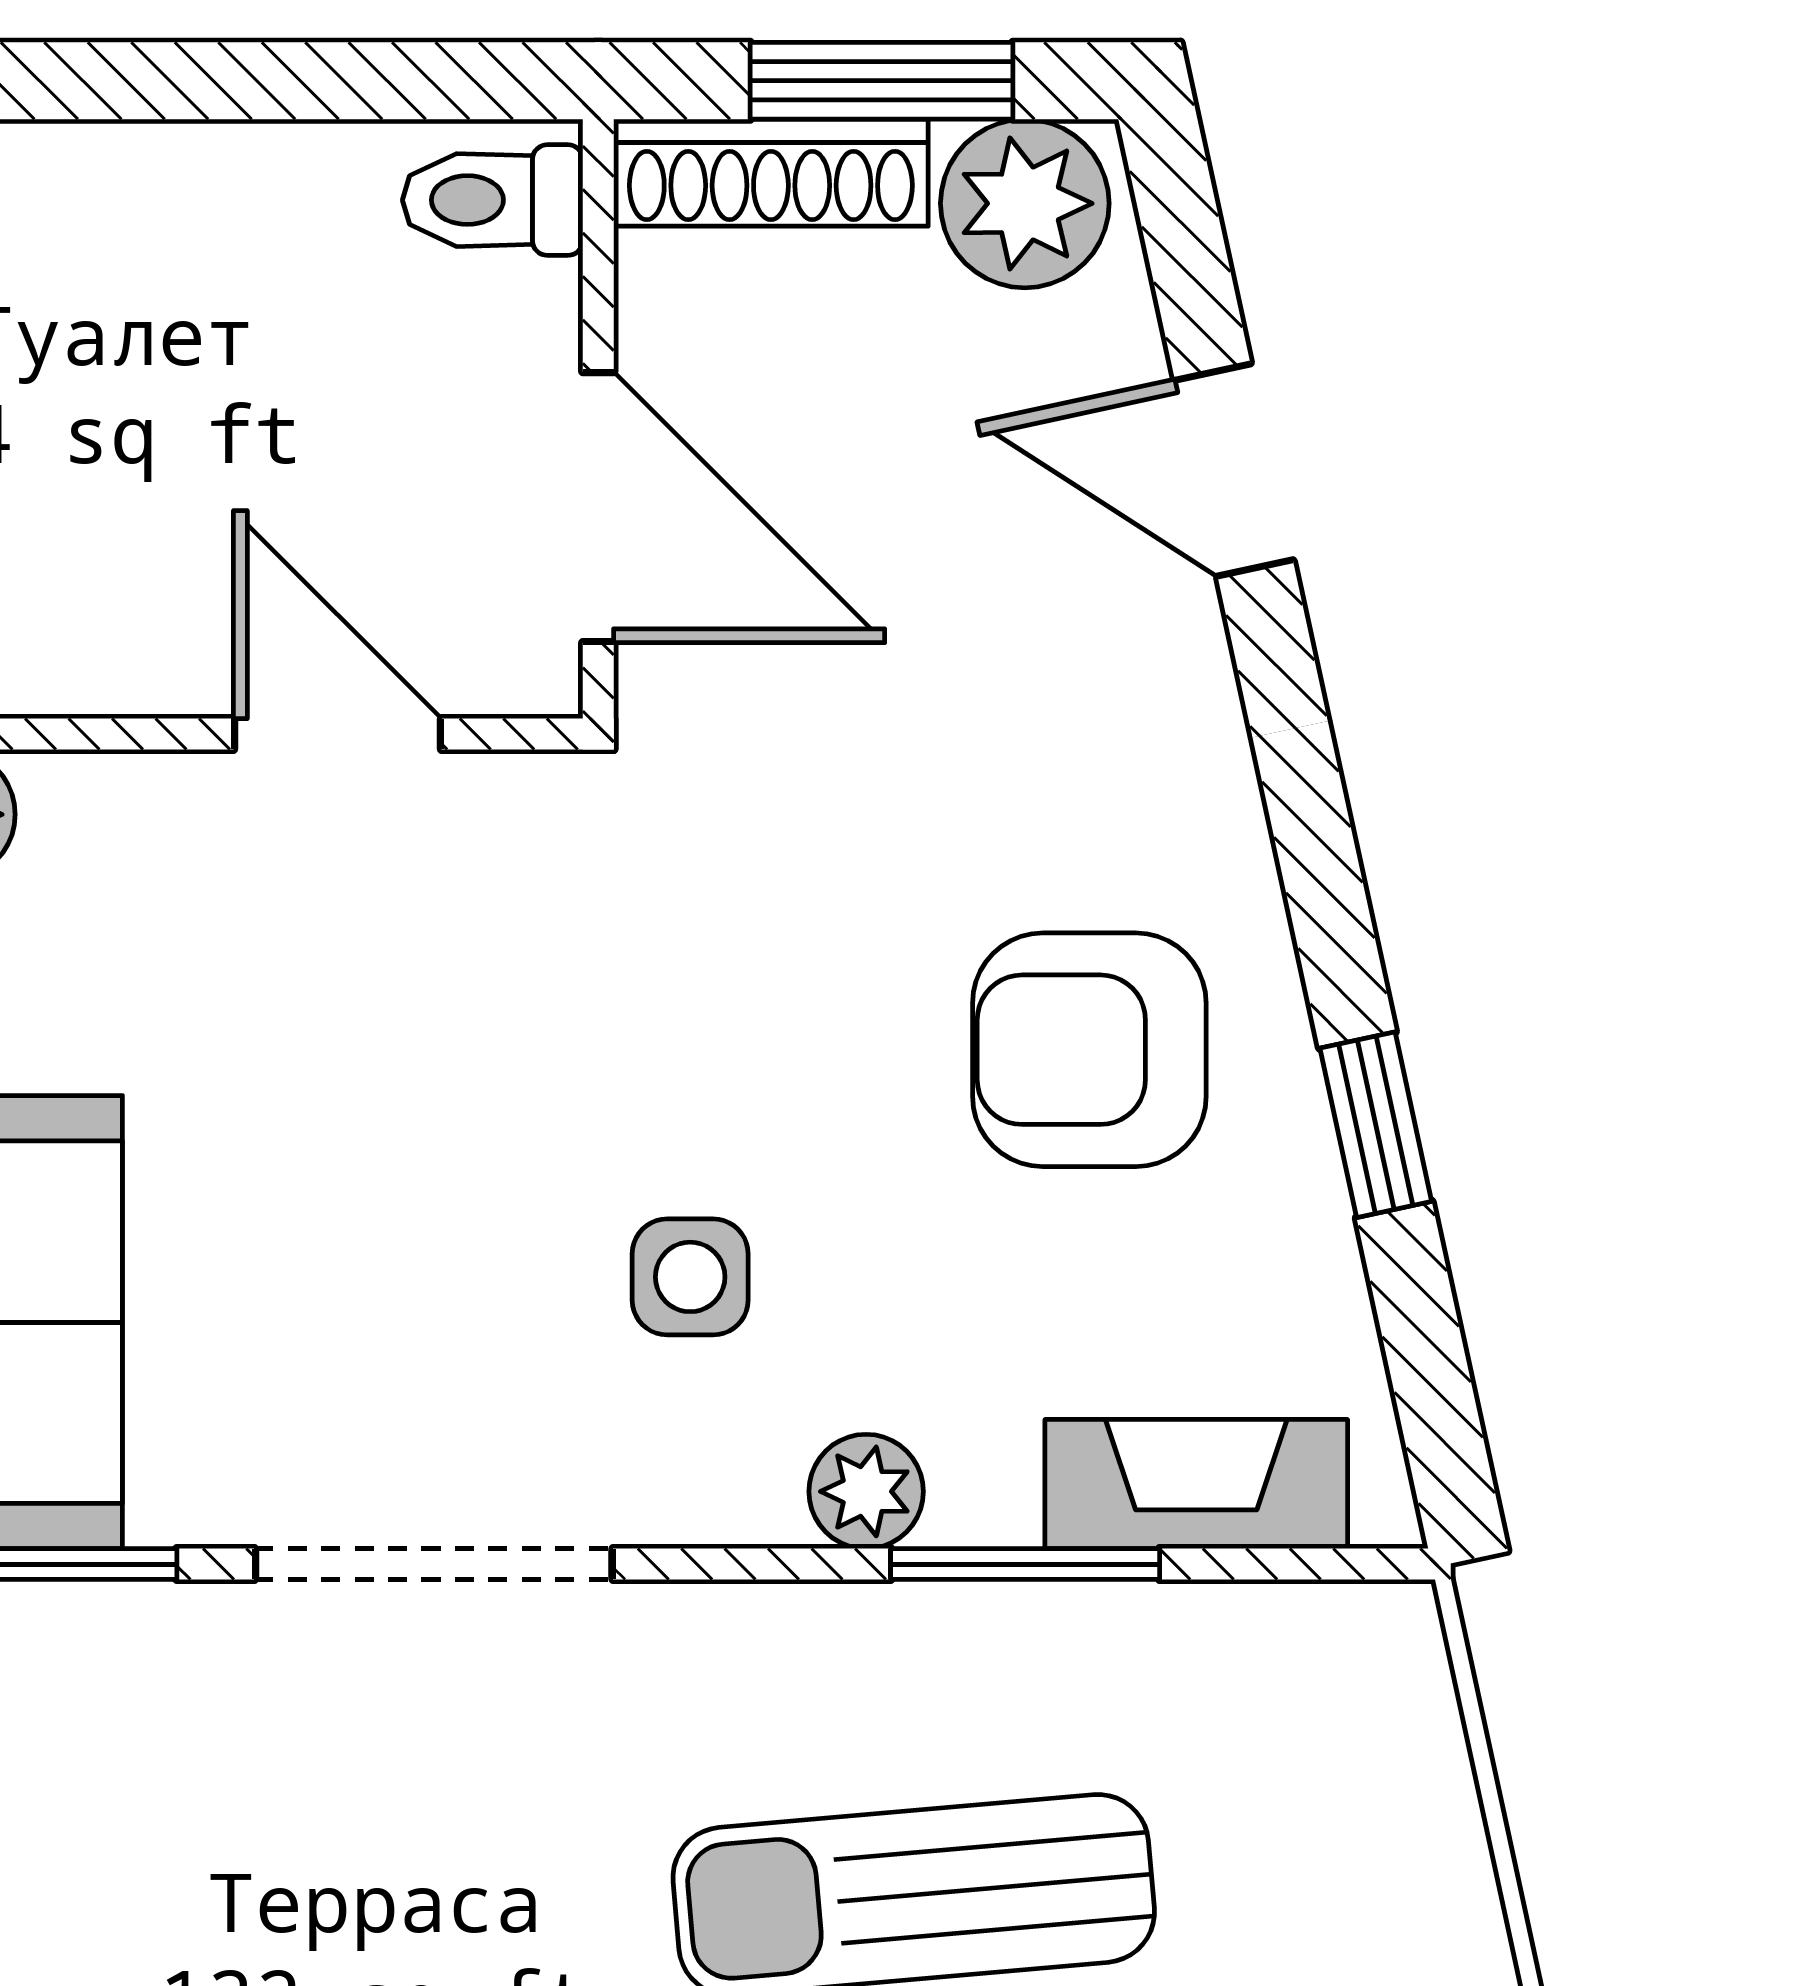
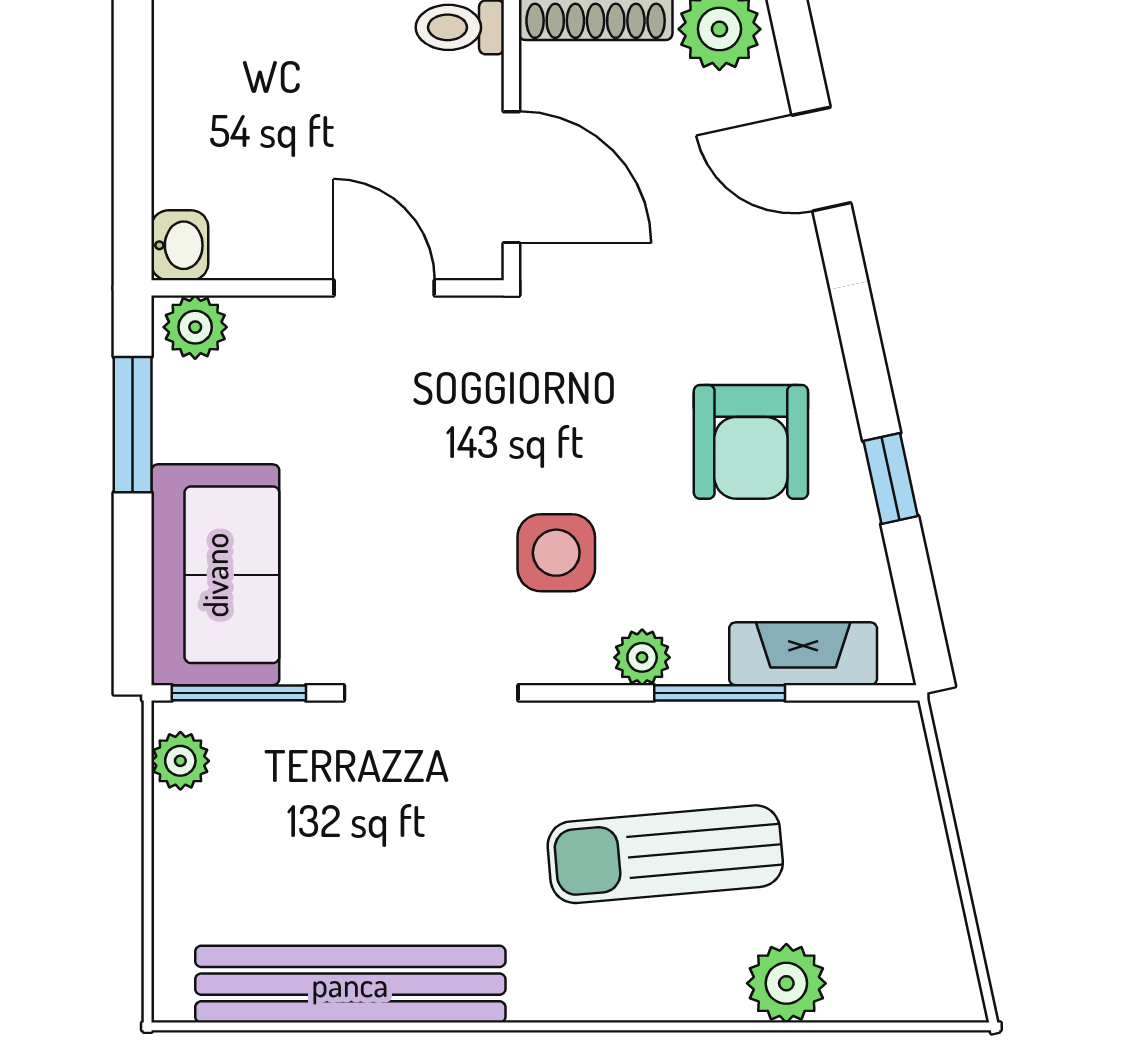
armchair: (1089, 1050) -> (751, 442), turned -90
side table: (690, 1277) -> (556, 553), width x1.37, depth x1.37

